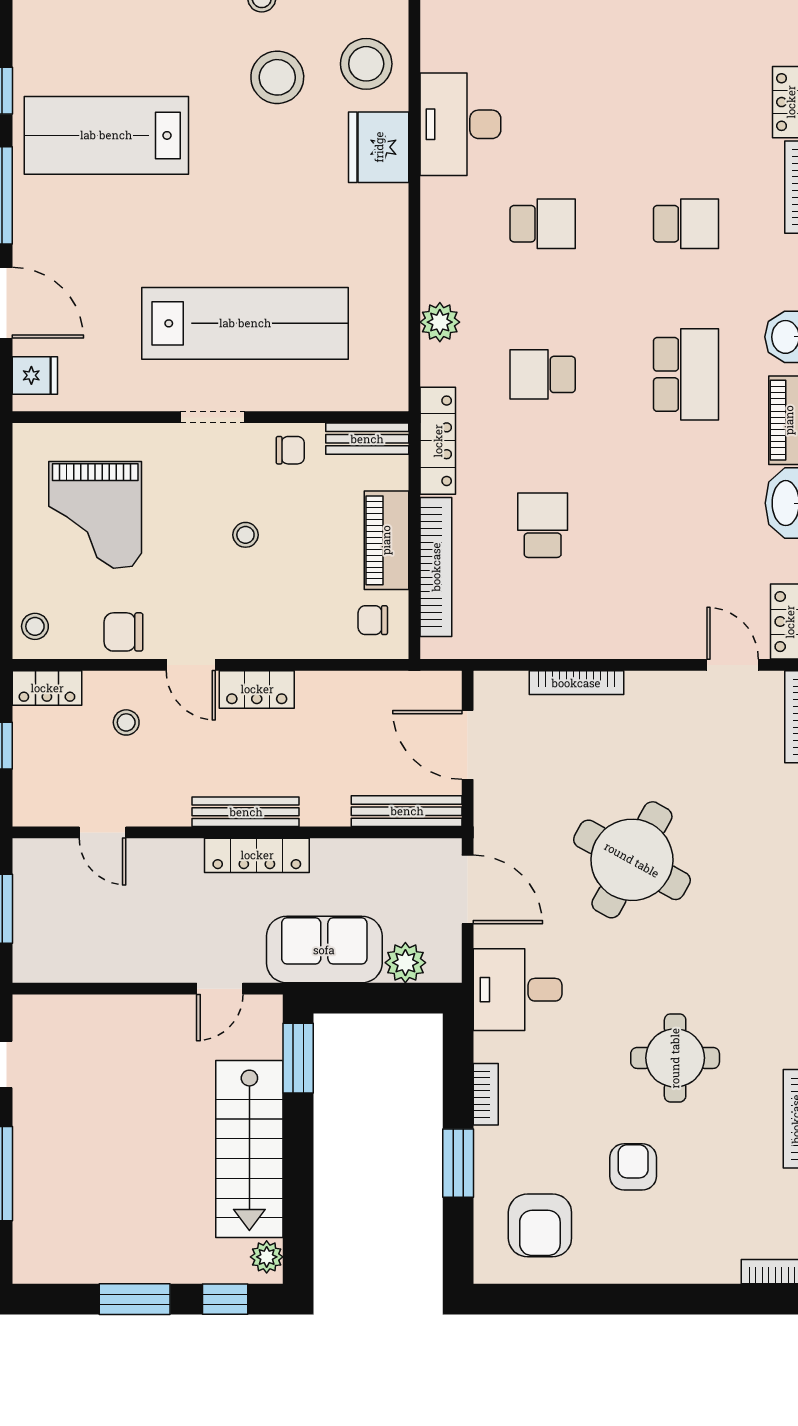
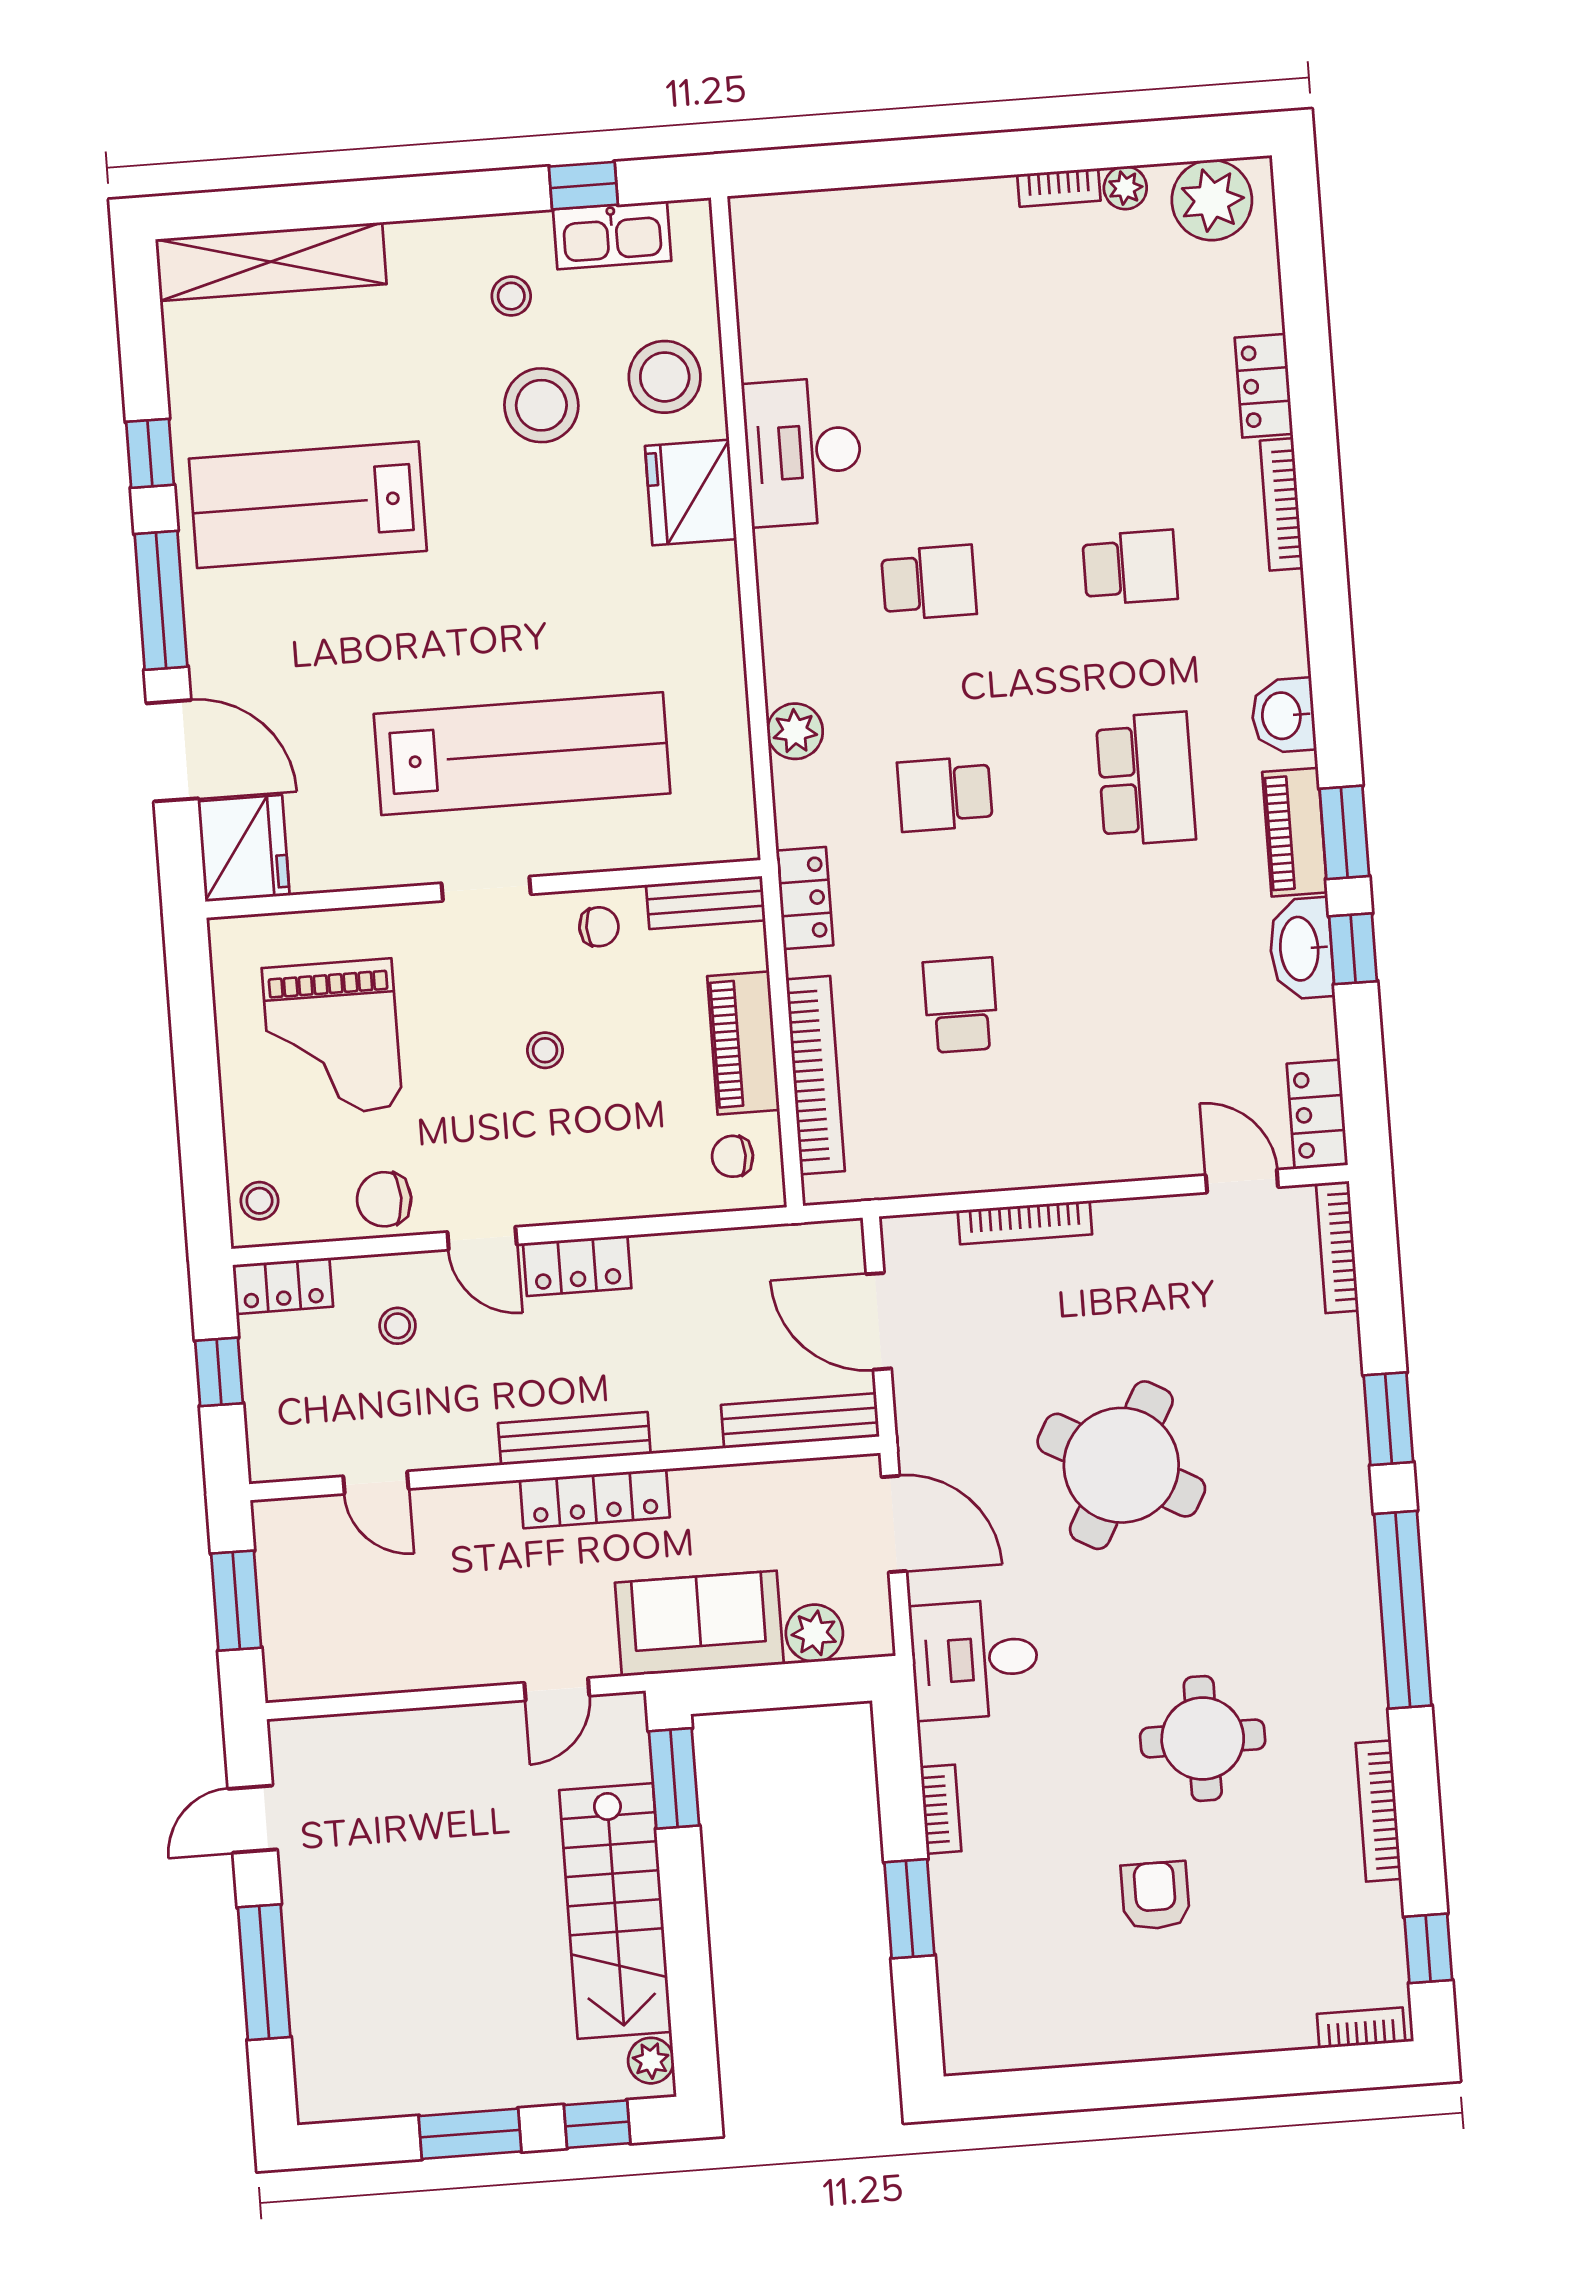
fridge: (35, 375) -> (244, 848), width x1.88, depth x1.34
locker: (438, 441) -> (805, 898), width x0.66
armchair: (540, 1225) -> (1031, 1987), removed

